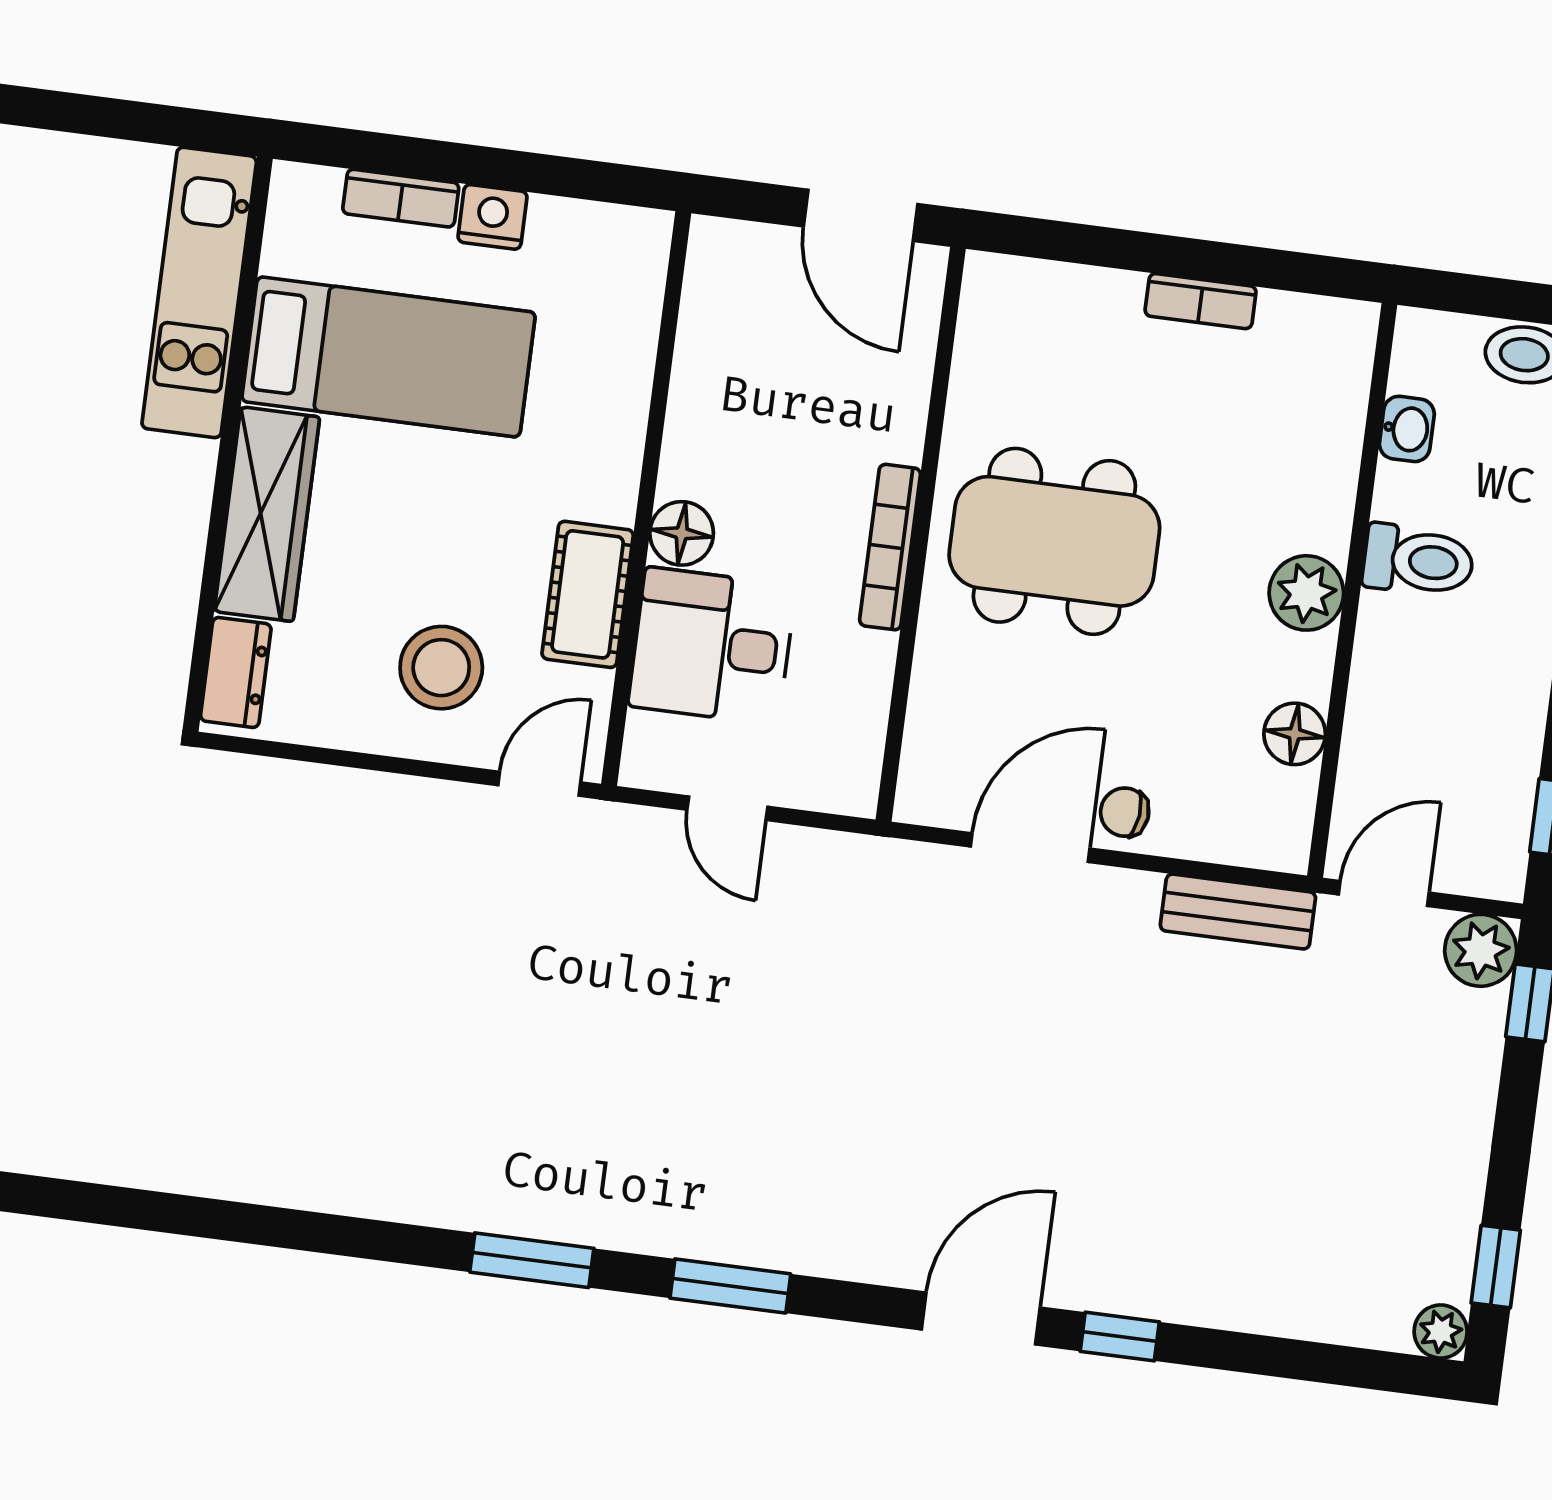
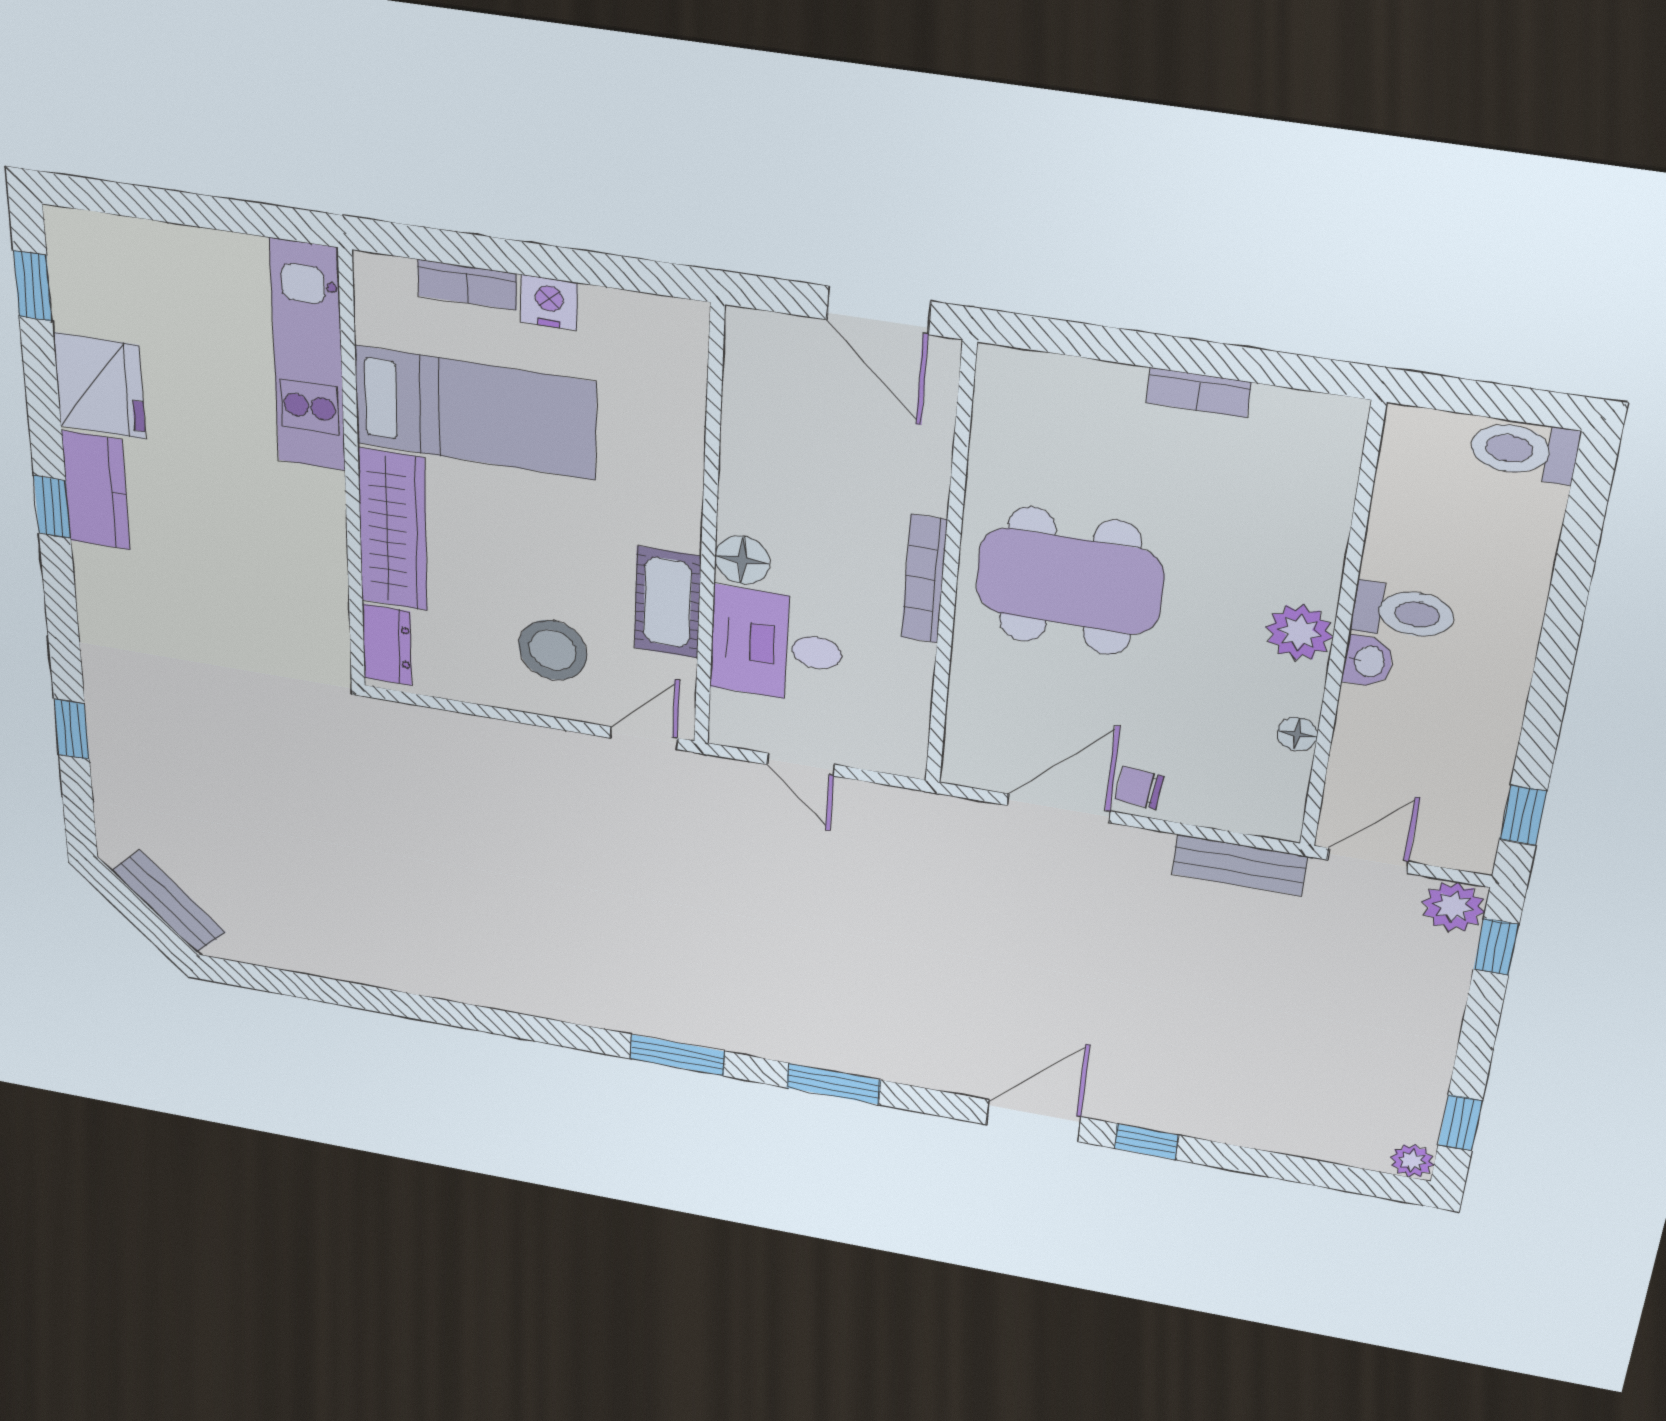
washbasin: (1407, 429) -> (1368, 661), moved
floor lamp: (1295, 734) -> (1297, 734), width x0.73, depth x0.73

